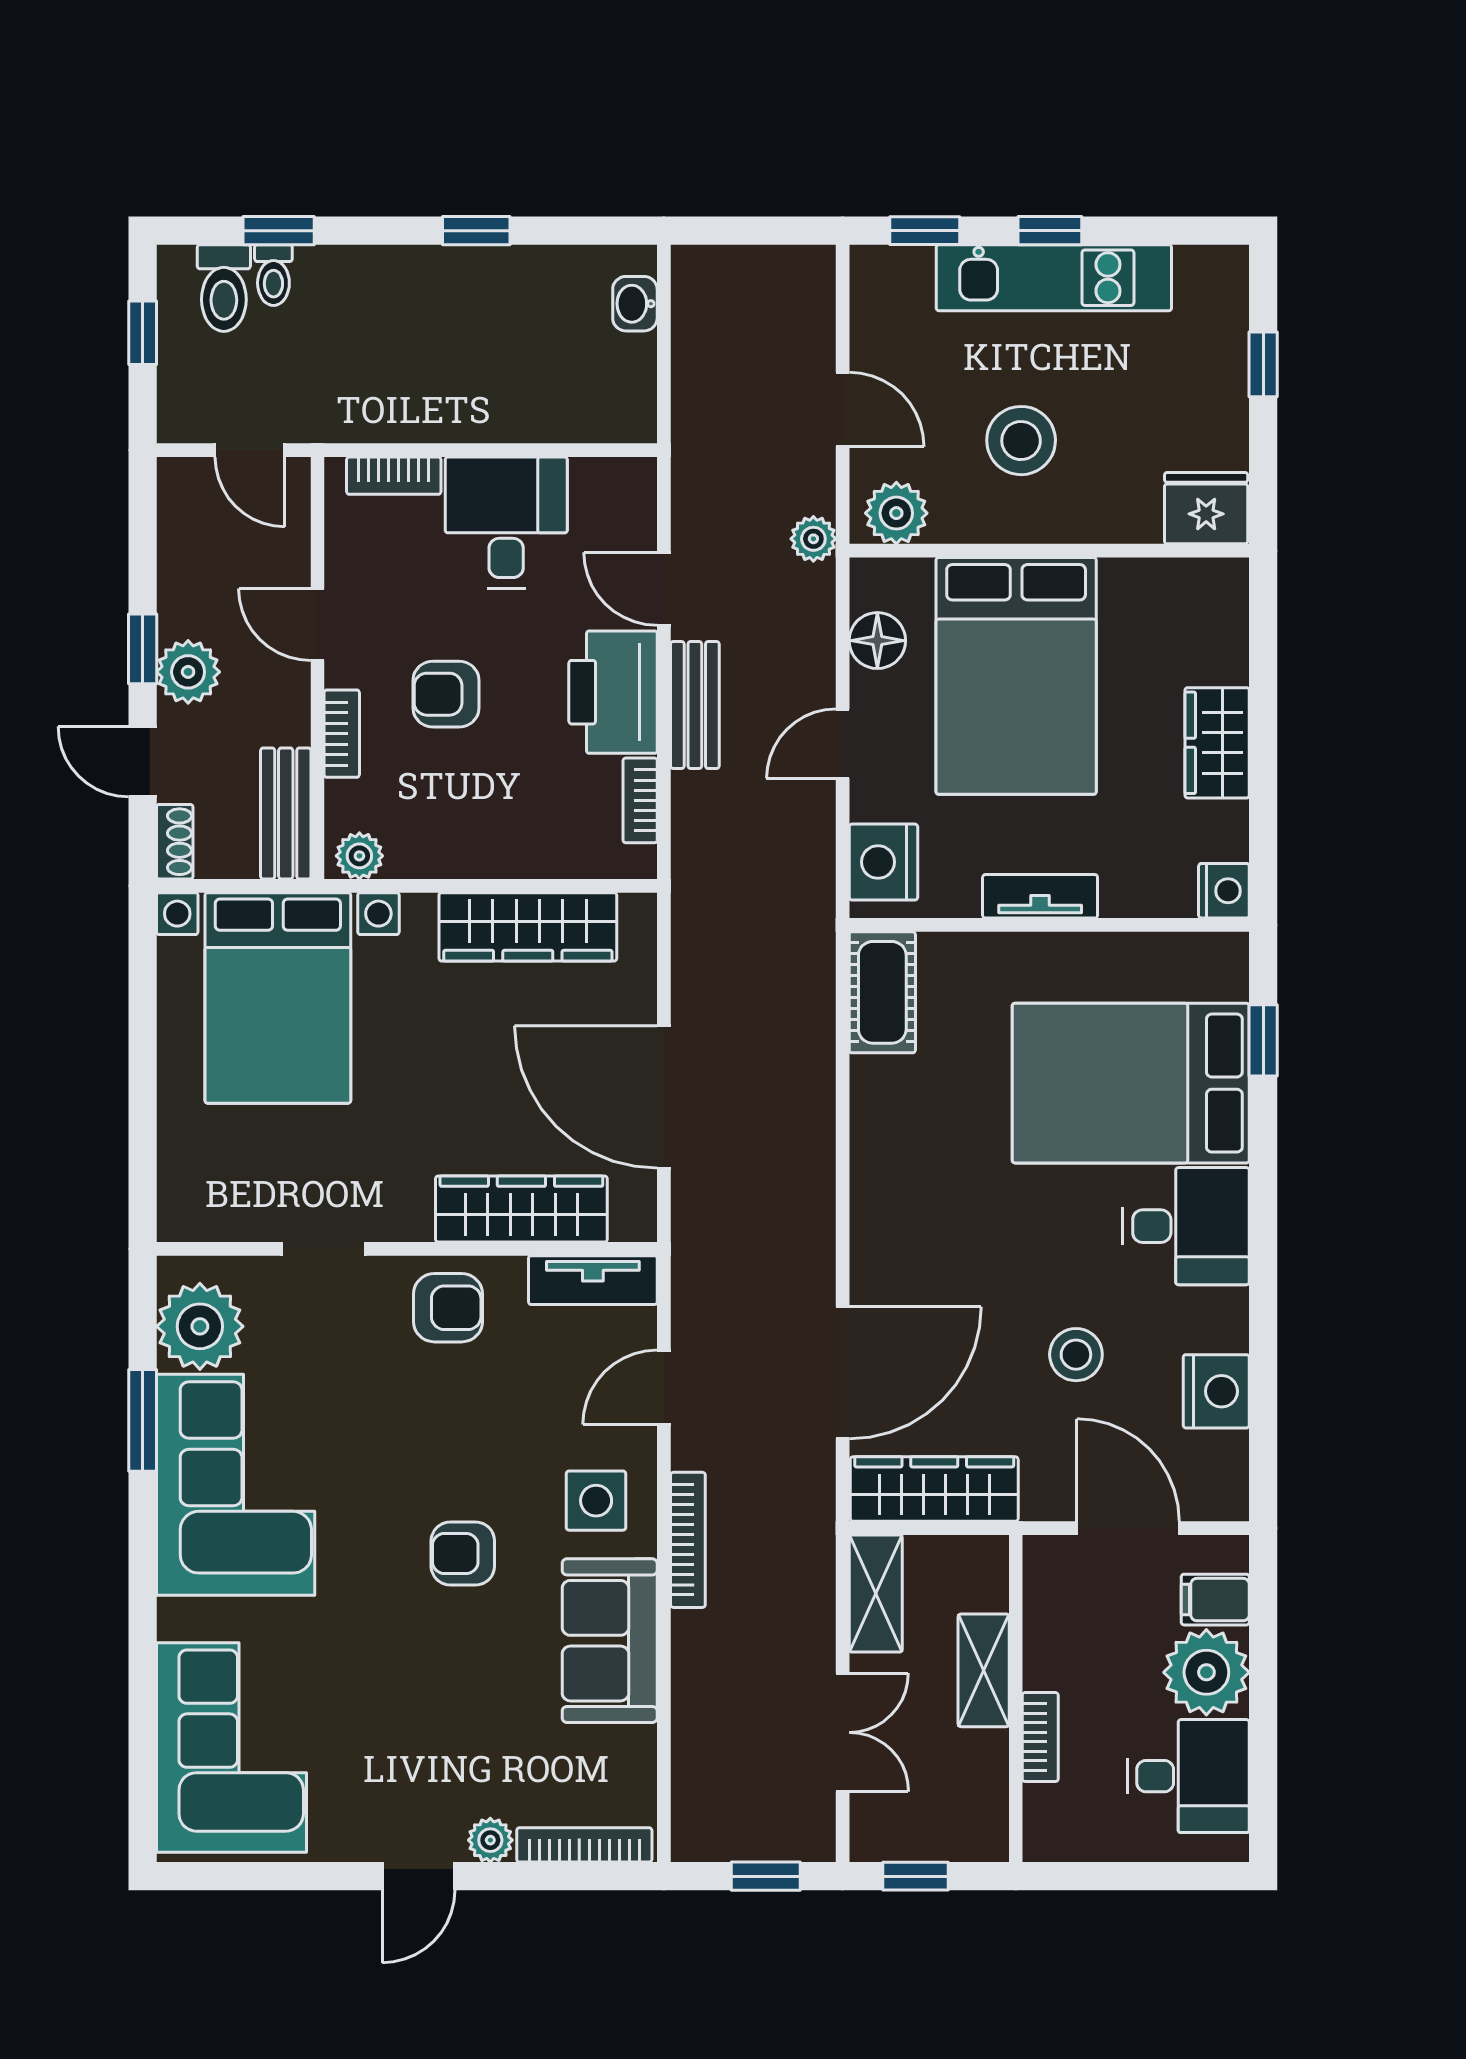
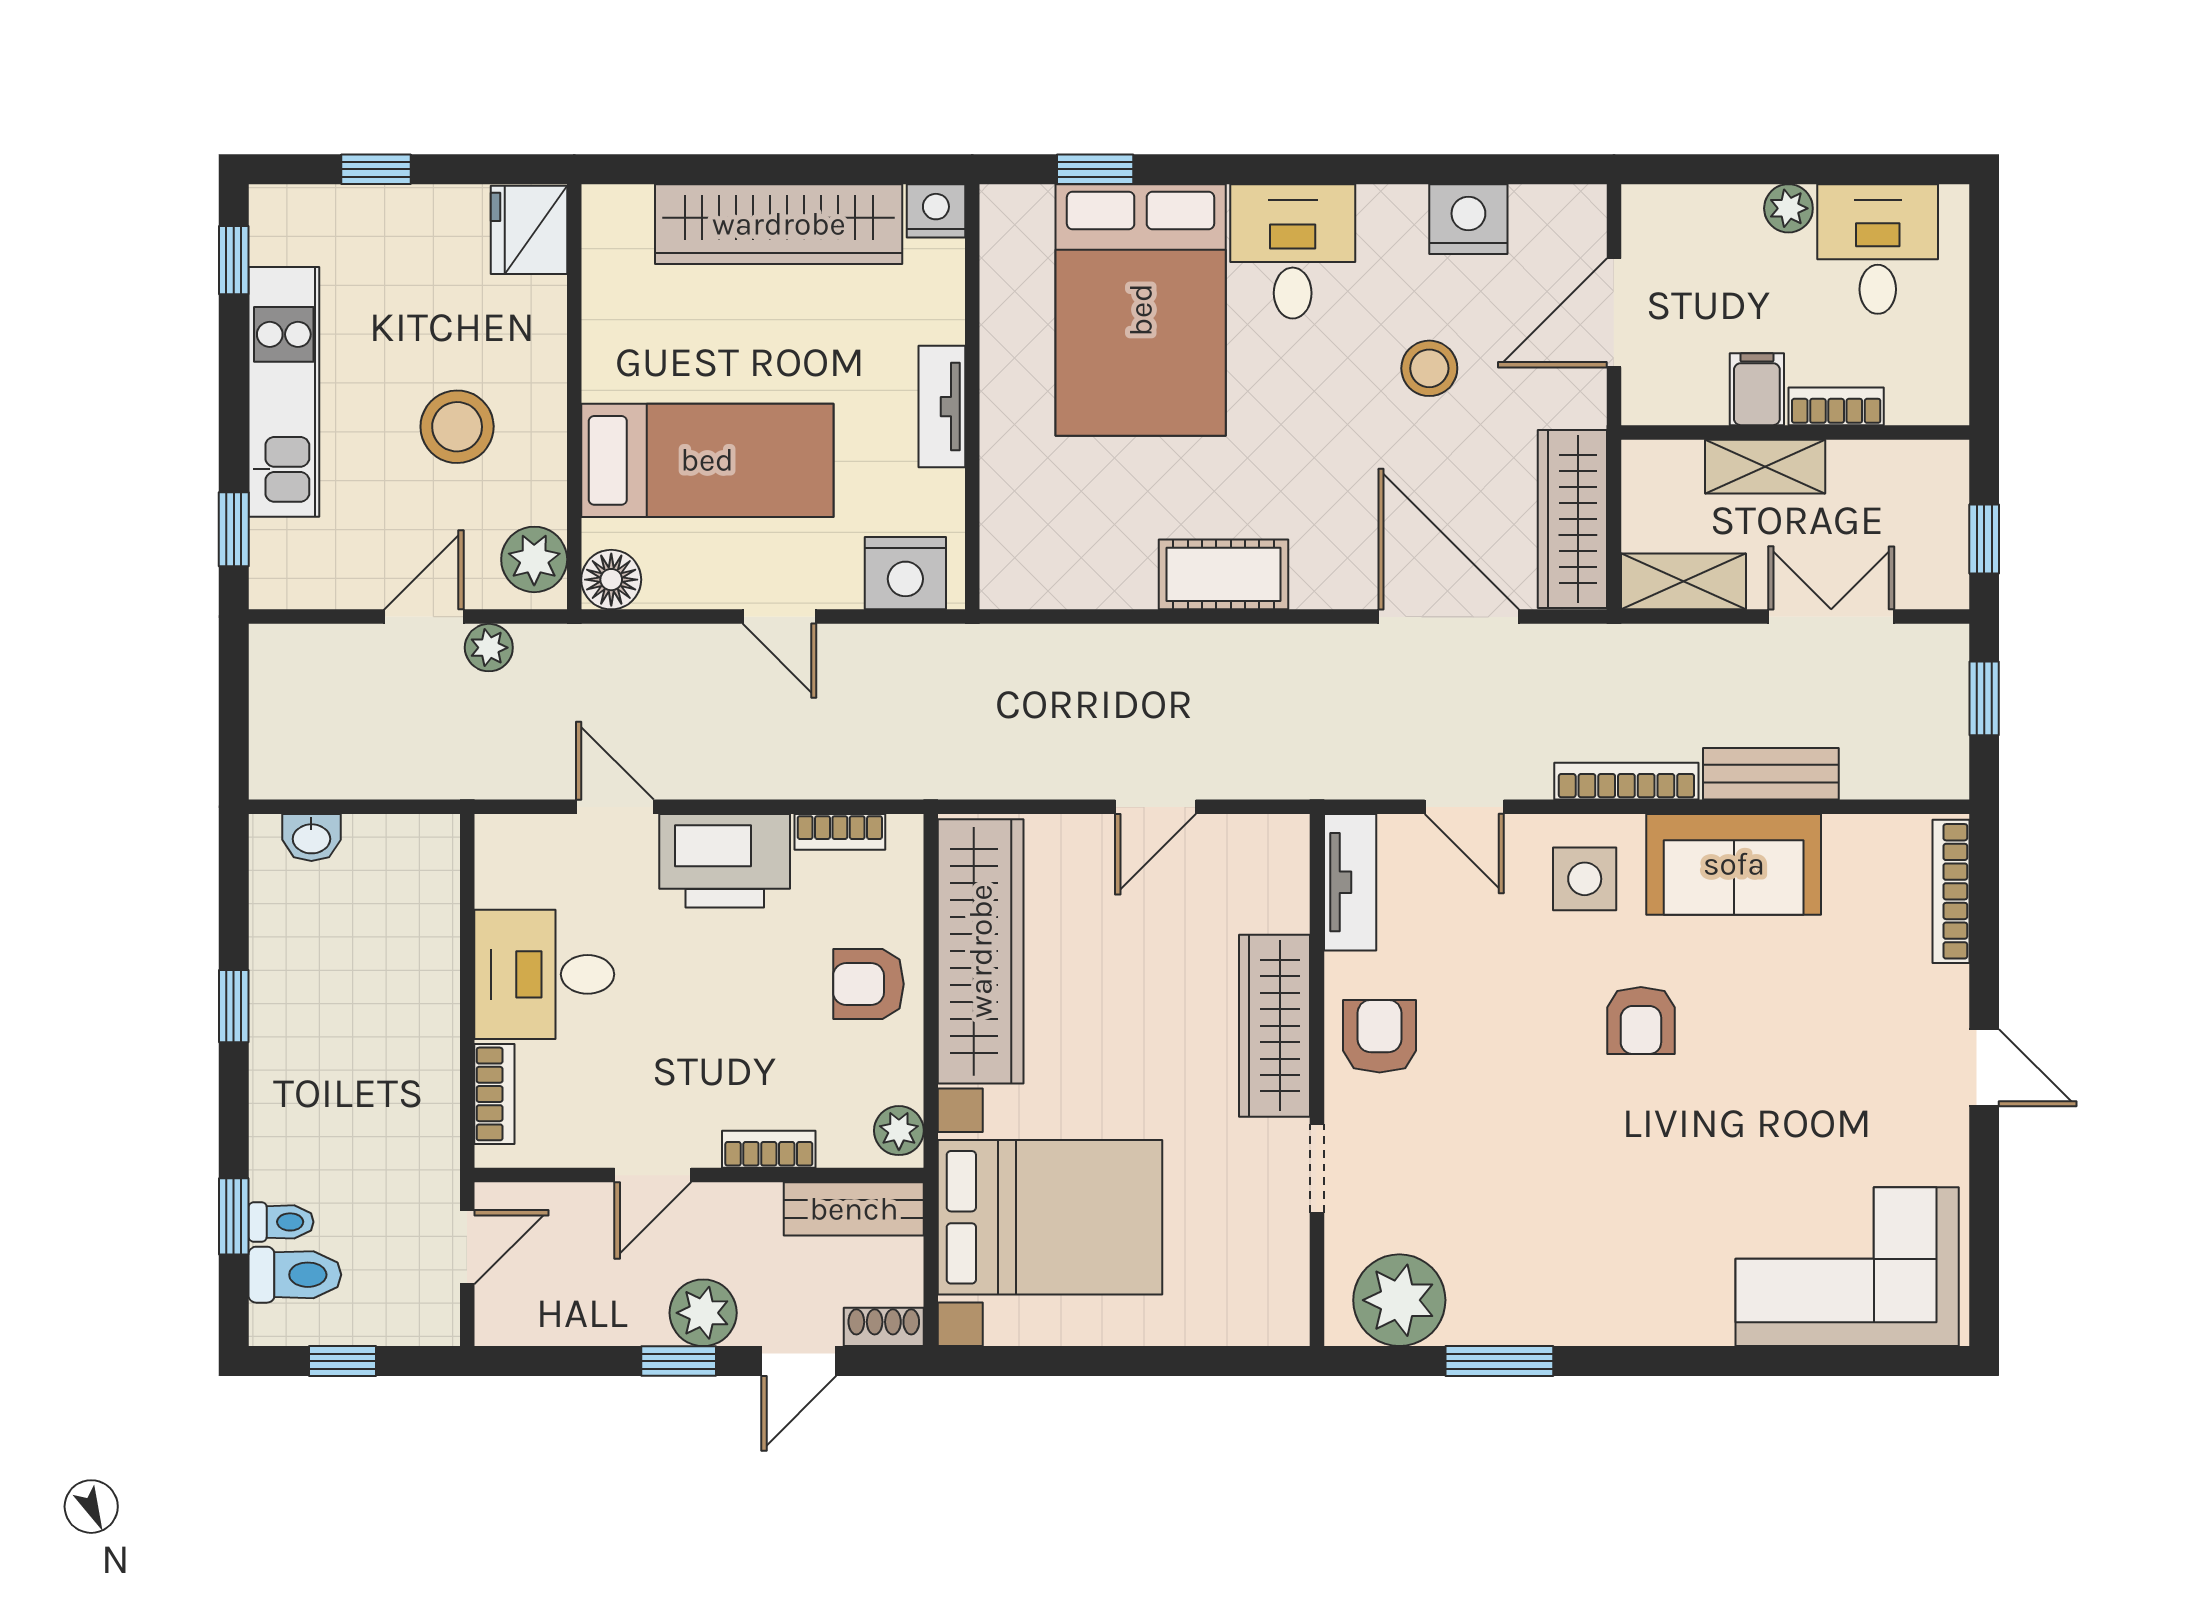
window: (1050, 231) -> (234, 260), moved
plant: (813, 539) -> (489, 648), moved
door: (664, 589) -> (615, 807), swing flipped
floor lamp: (877, 641) -> (611, 580), moved
bed: (1016, 676) -> (707, 460), width x0.67
armchair: (446, 694) -> (868, 984), moved, turned 90
bench: (695, 705) -> (1771, 774), moved
wardrobe: (1217, 743) -> (779, 224), width x2.10, depth x1.17
wardrobe: (528, 927) -> (981, 951), width x1.40, depth x1.17
cot: (882, 992) -> (1224, 574), moved
door: (664, 1097) -> (1155, 807), width x0.53
wardrobe: (521, 1209) -> (1274, 1026), moved
corner sofa: (236, 1485) -> (1568, 1262), removed
filing cabinet: (1215, 1600) -> (1757, 389), moved, turned 180
plant: (1206, 1672) -> (1788, 208), width x0.53, depth x0.53
plant: (490, 1840) -> (1946, 991), removed

